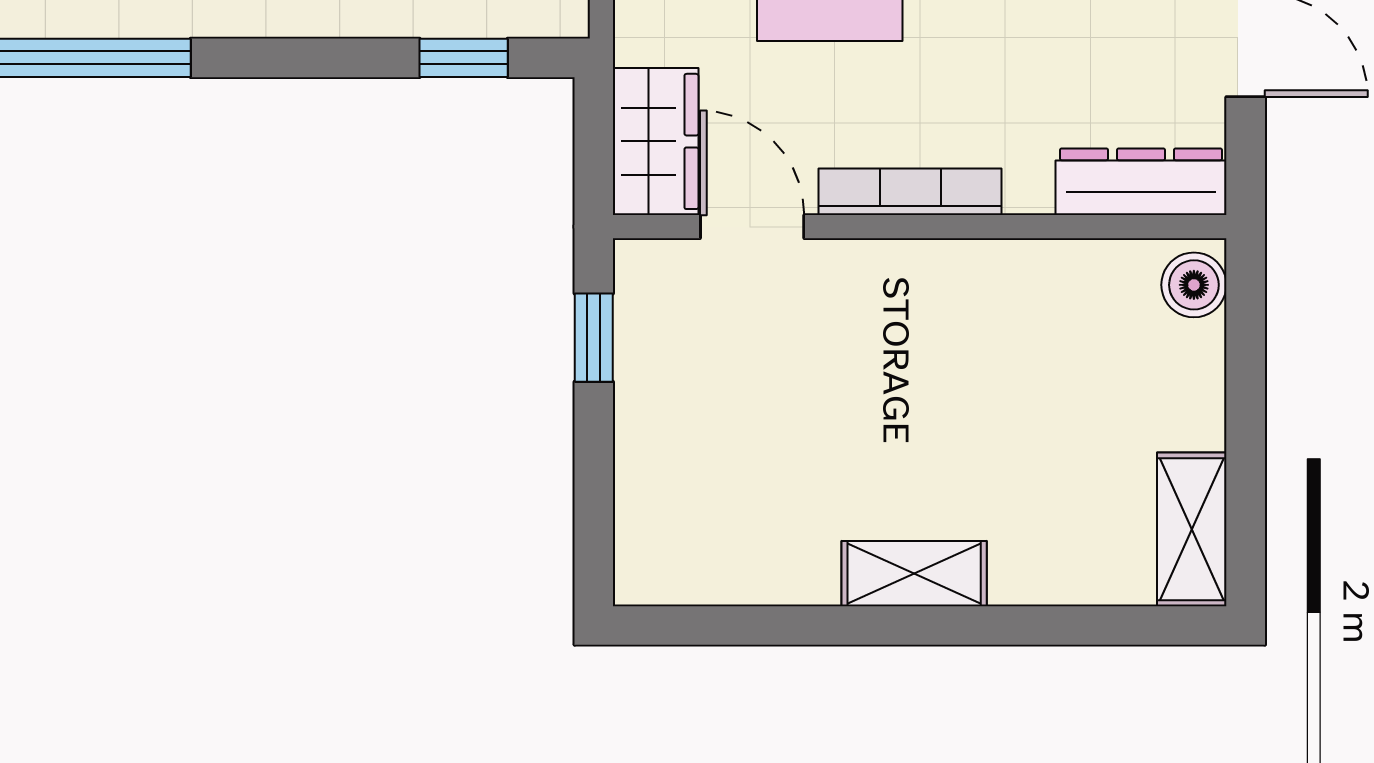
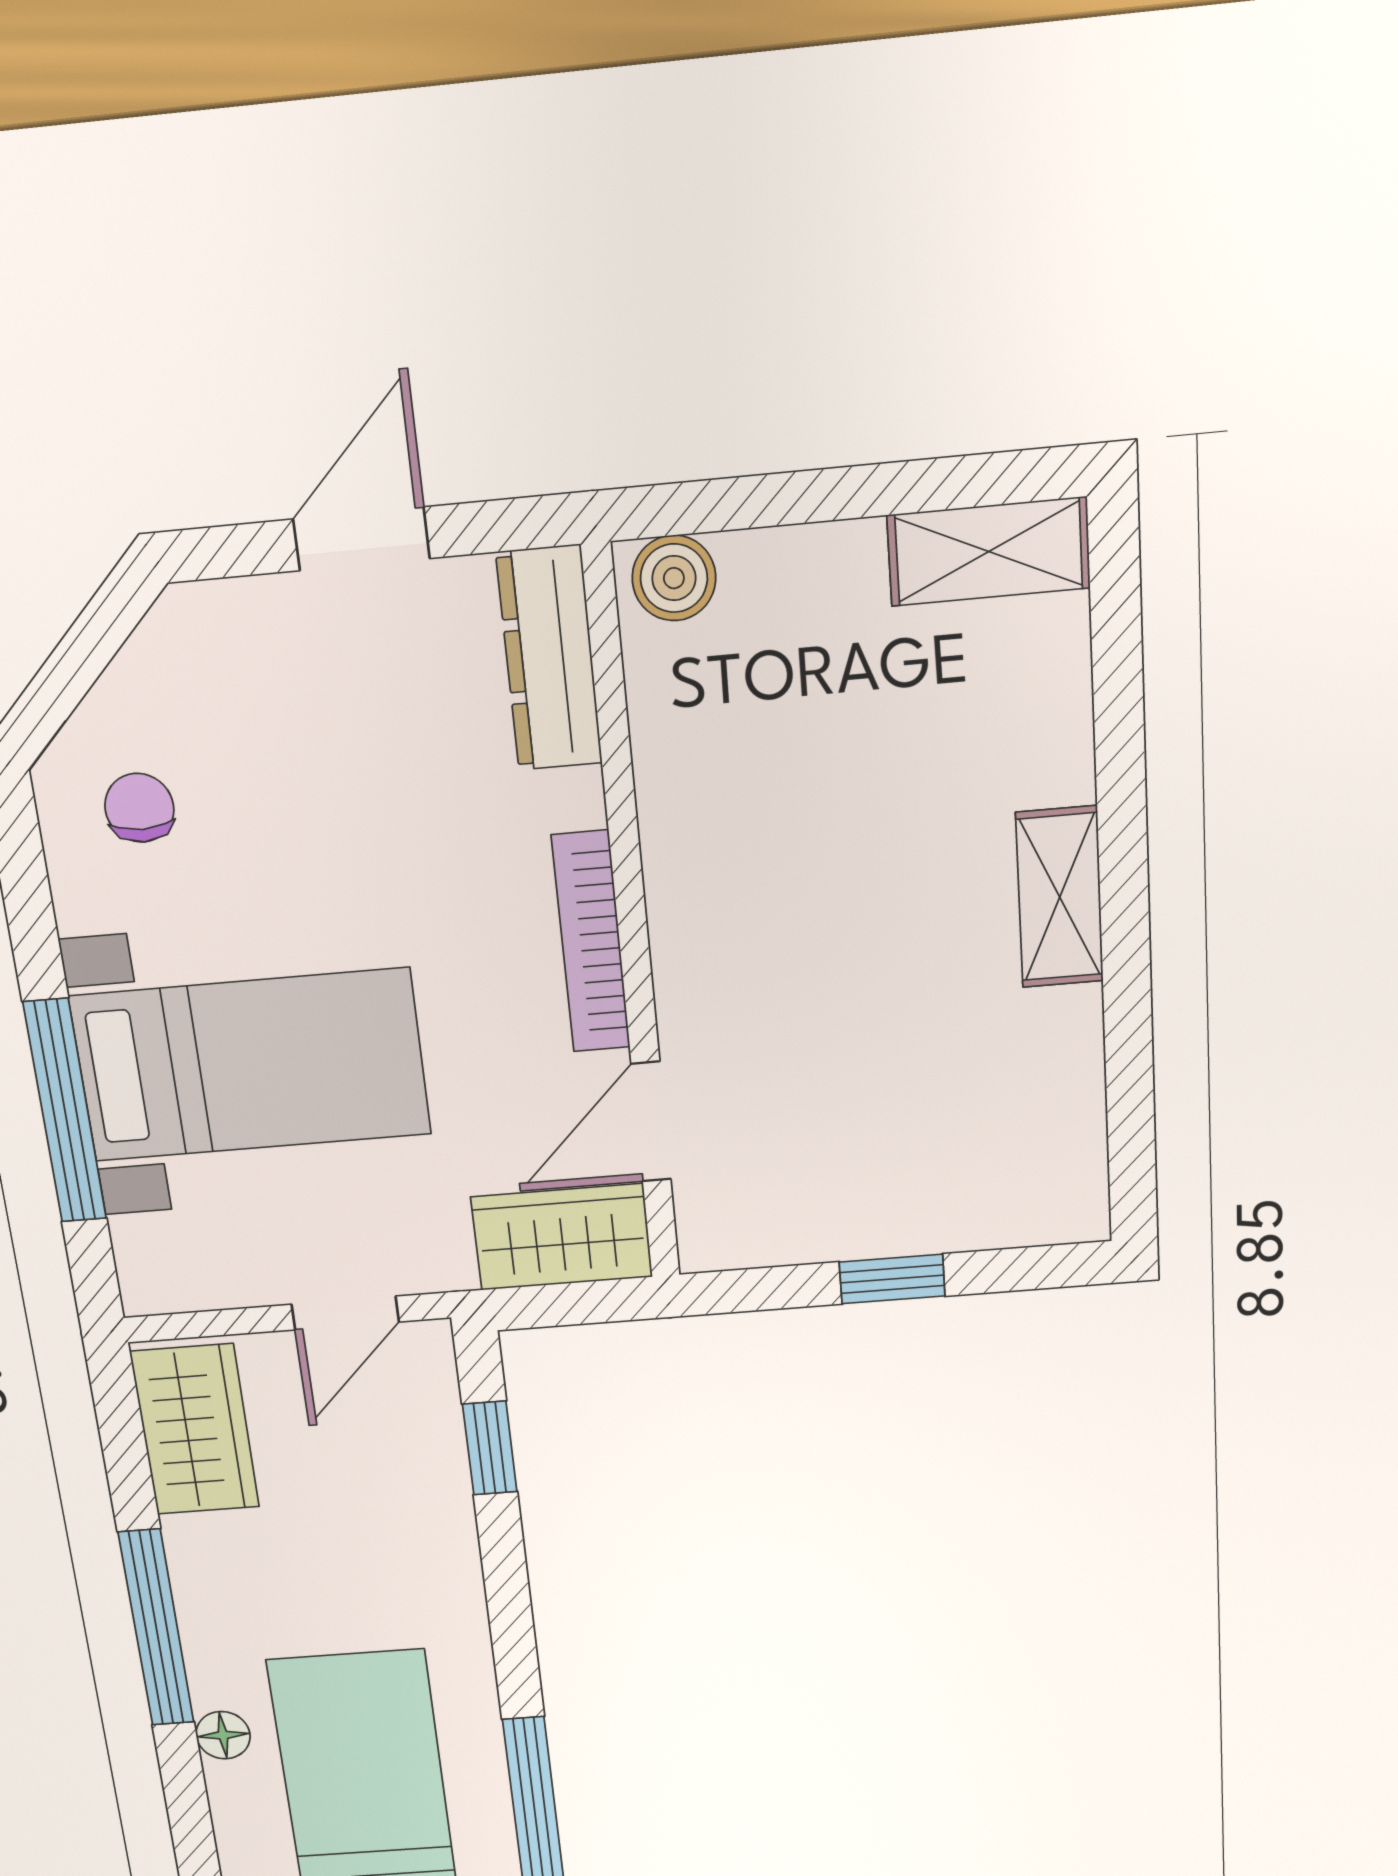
window: (594, 338) -> (892, 1279), moved

